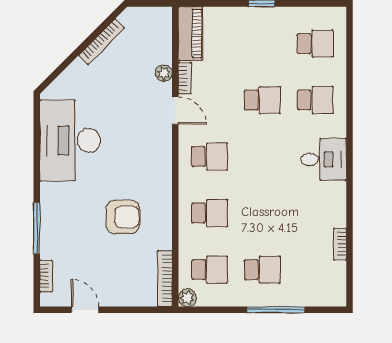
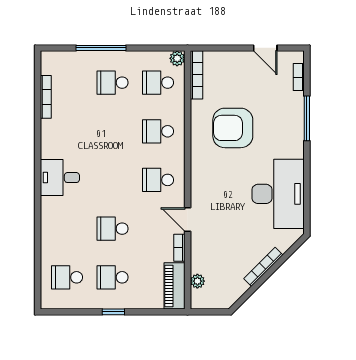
bookcase: (102, 42) -> (263, 267), moved
plant: (164, 73) -> (197, 281), moved
school desk: (315, 100) -> (113, 277), moved
armchair: (123, 217) -> (233, 128), width x1.36, depth x1.36
bookcase: (340, 244) -> (46, 97), width x1.56

